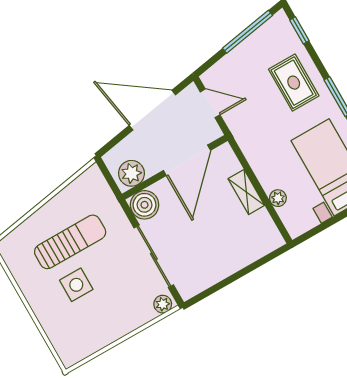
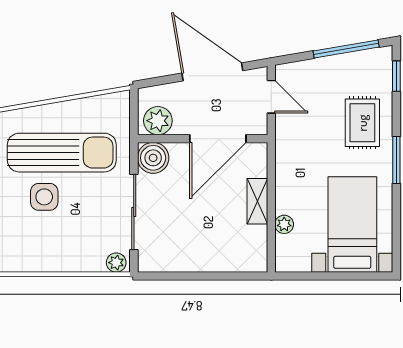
sun lounger: (70, 242) -> (62, 153), width x1.36, depth x1.34

